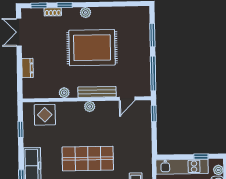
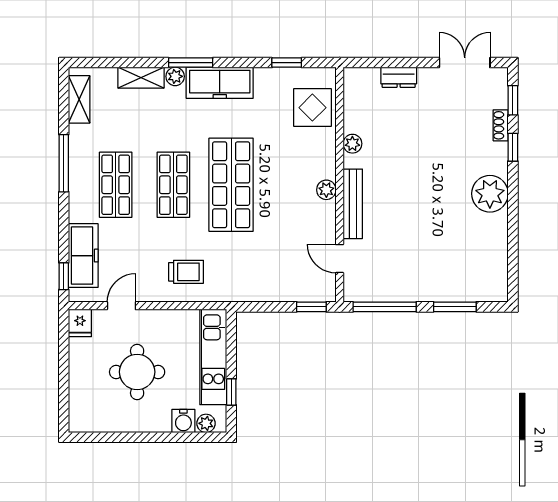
plant: (85, 12) -> (490, 194), width x1.87, depth x1.87
rug: (92, 48) -> (434, 196), removed

